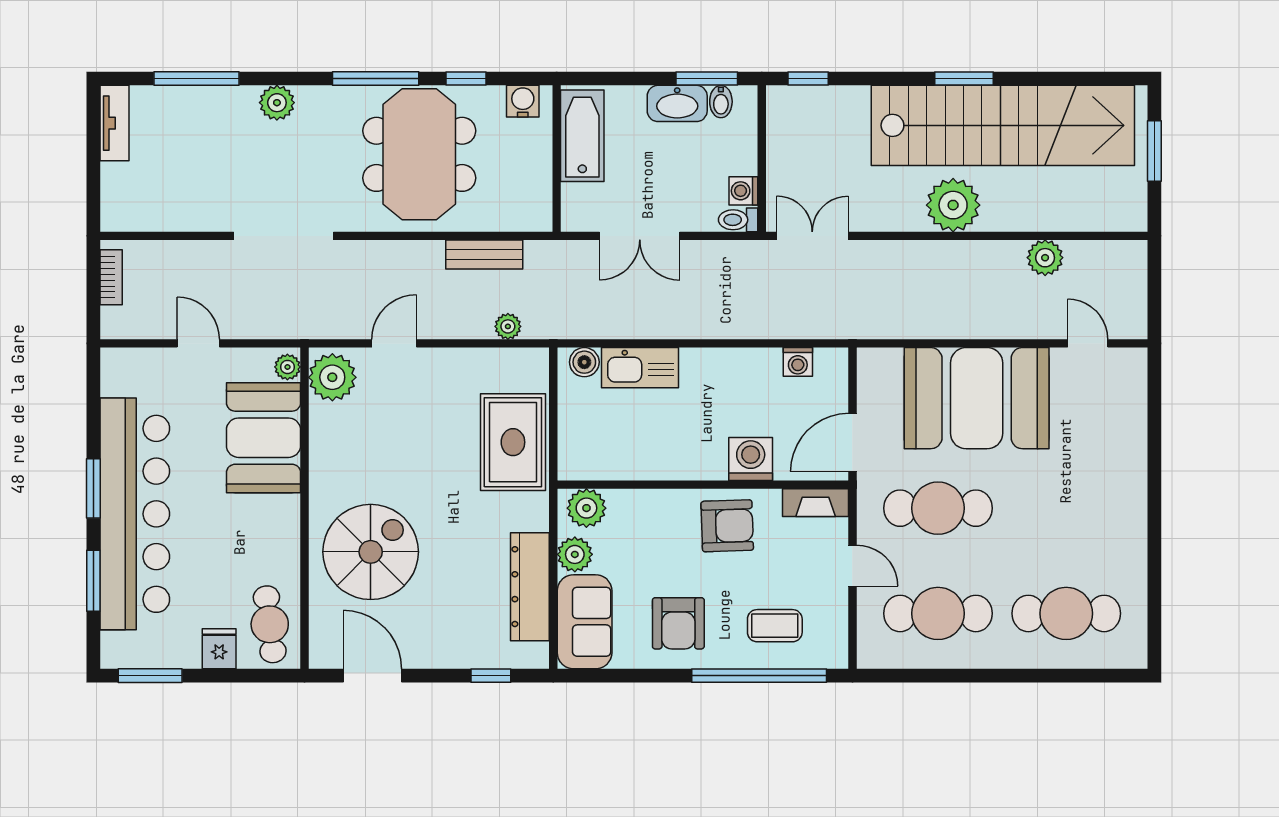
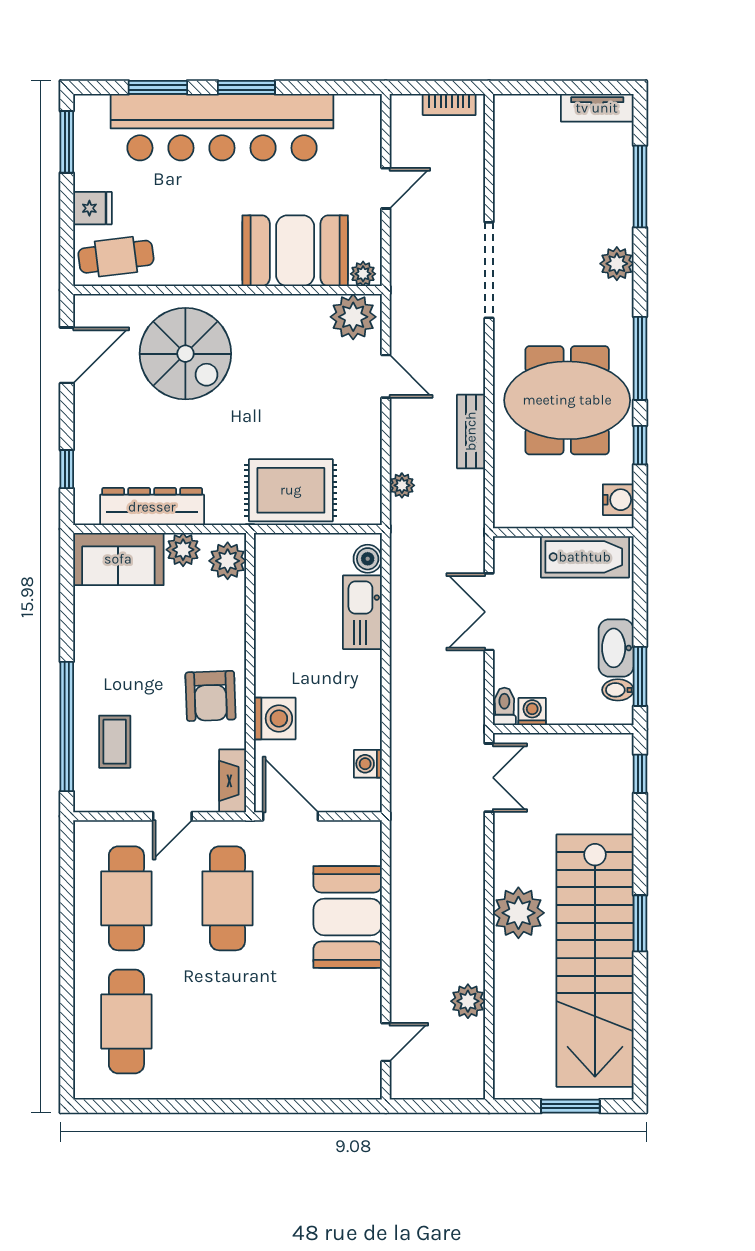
bench: (484, 255) -> (471, 431), moved
booth: (977, 398) -> (348, 917), width x0.73, depth x0.70
armchair: (678, 623) -> (117, 649), removed

